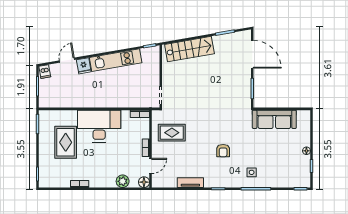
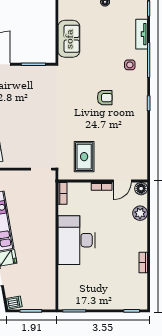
sofa: (274, 119) -> (69, 39), width x0.73
rug: (66, 142) -> (95, 279), removed
door: (151, 166) -> (122, 181), swing flipped
tv unit: (190, 183) -> (142, 34), moved

